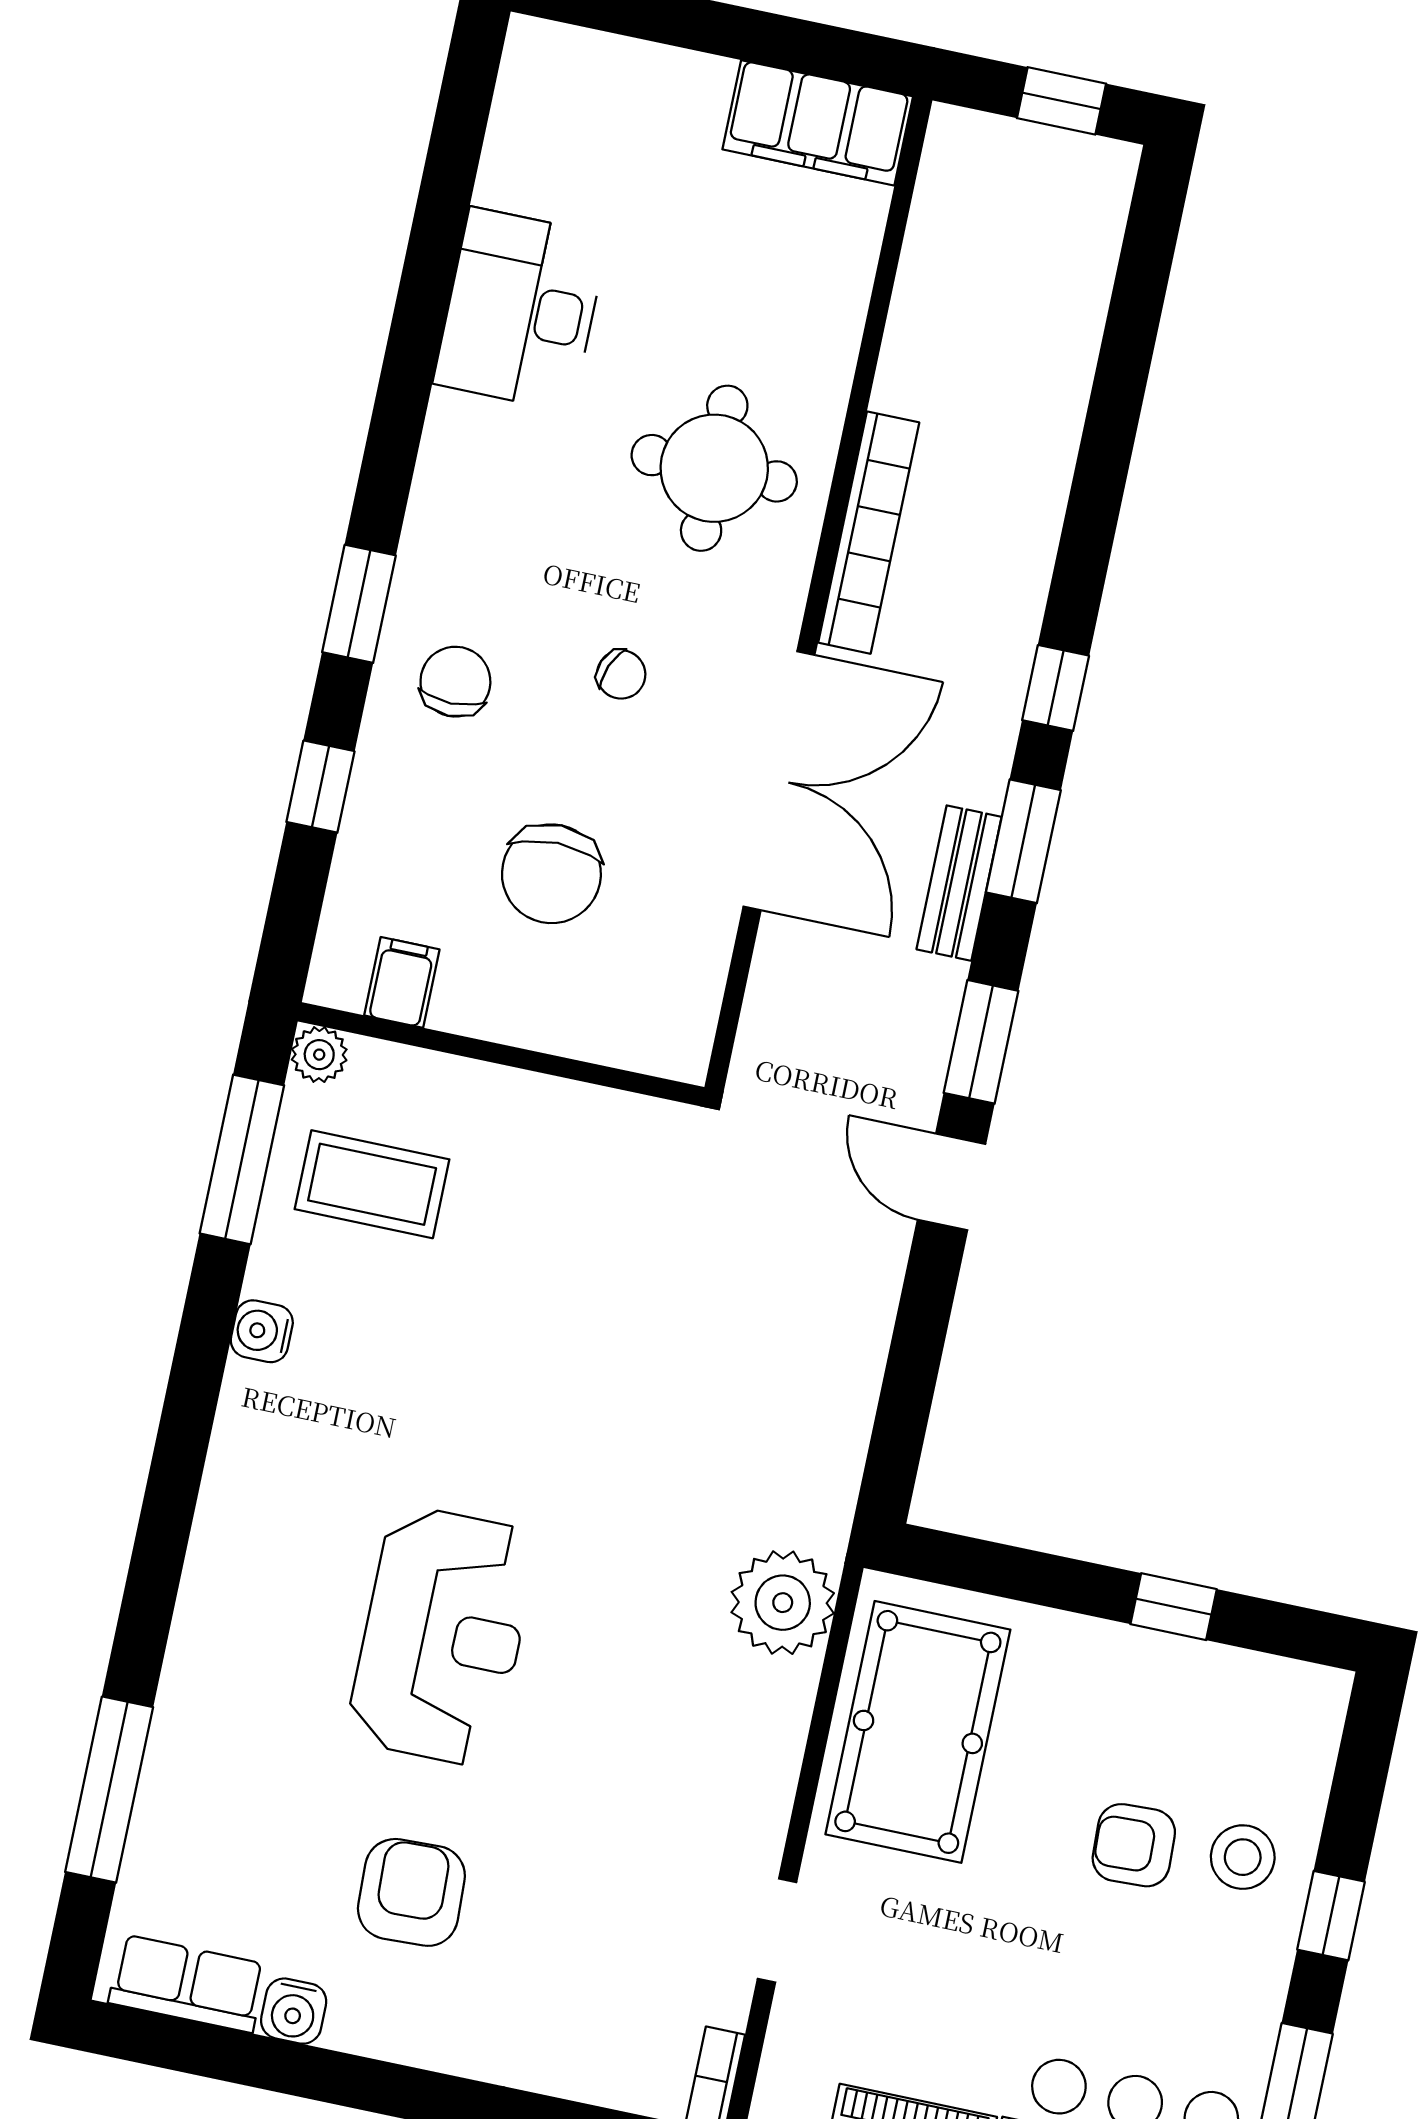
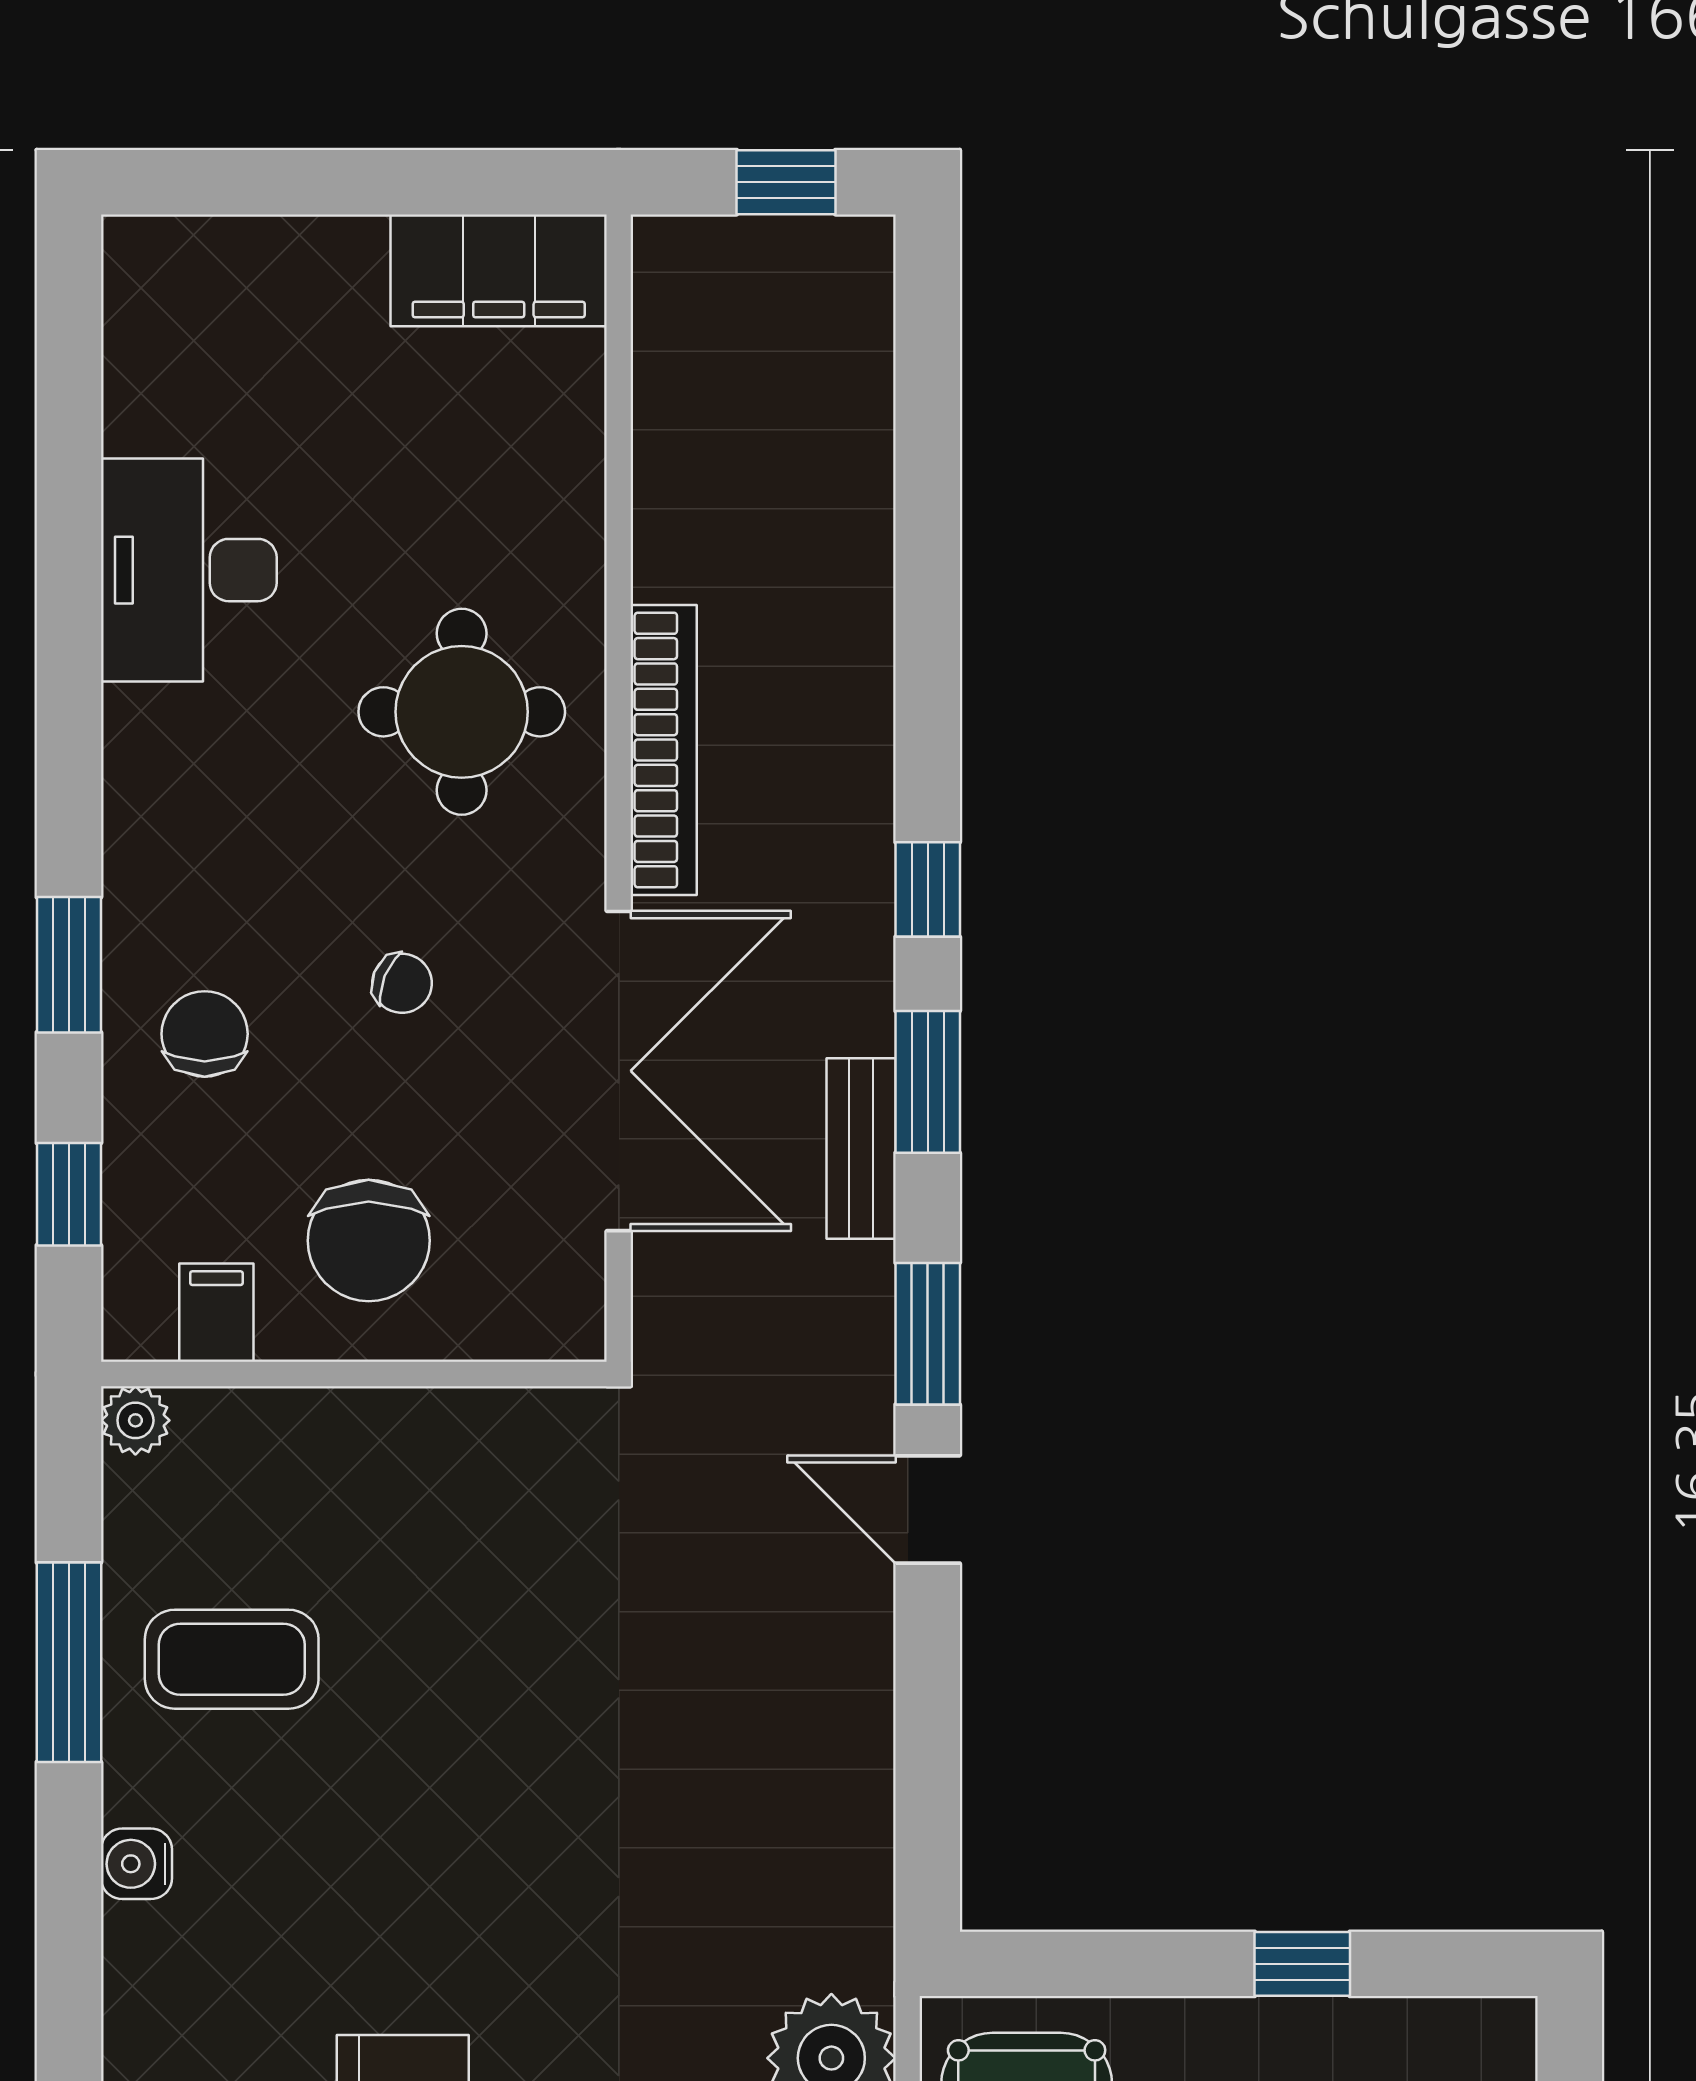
filing cabinet: (402, 982) -> (216, 1313), moved
wall: (501, 1054) -> (354, 1374), moved
plant: (319, 1055) -> (135, 1420), moved

